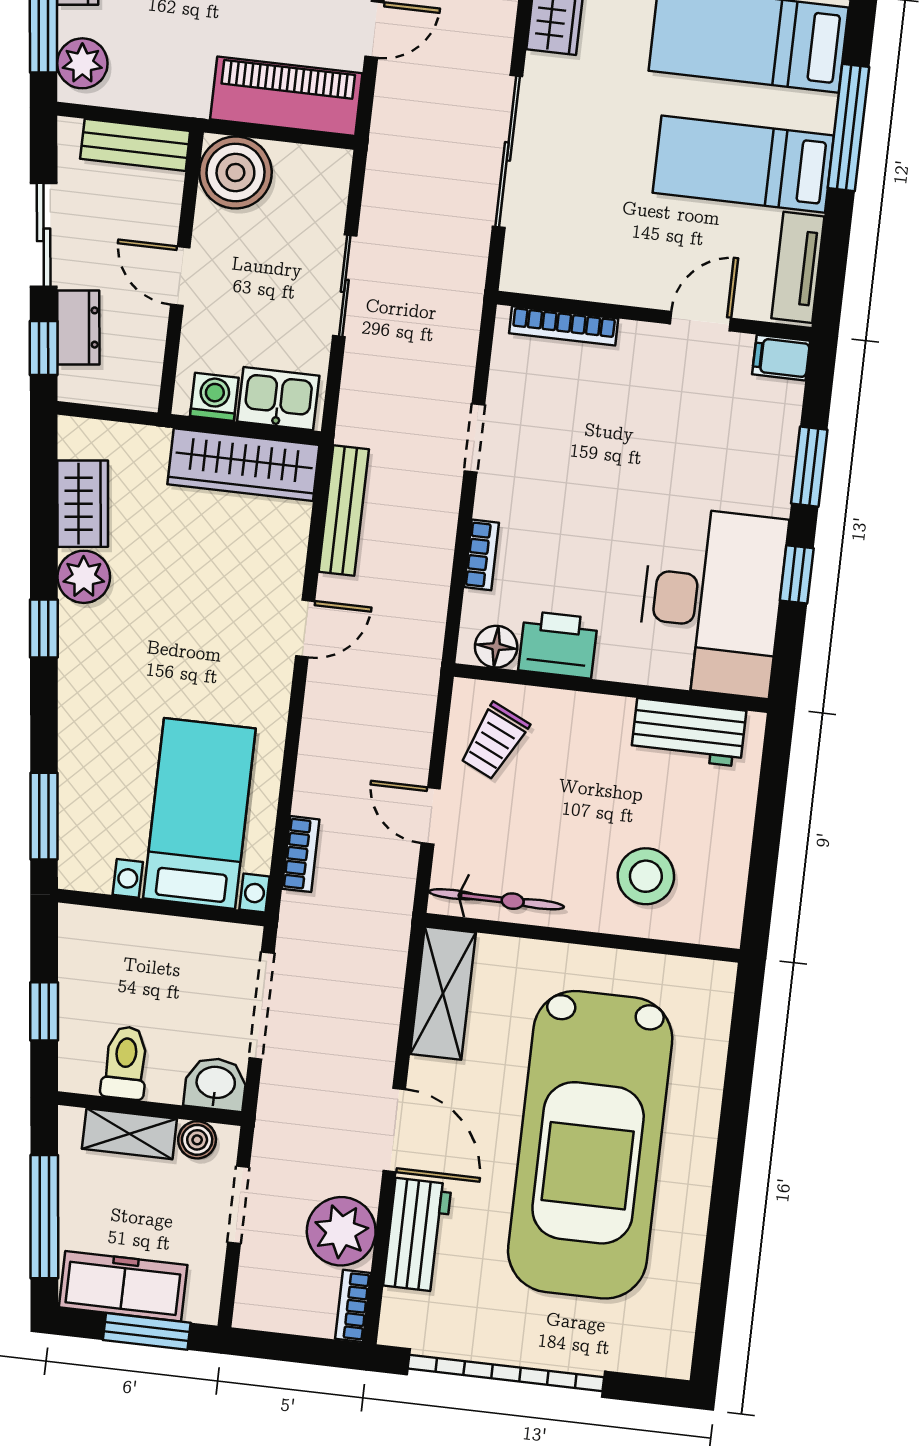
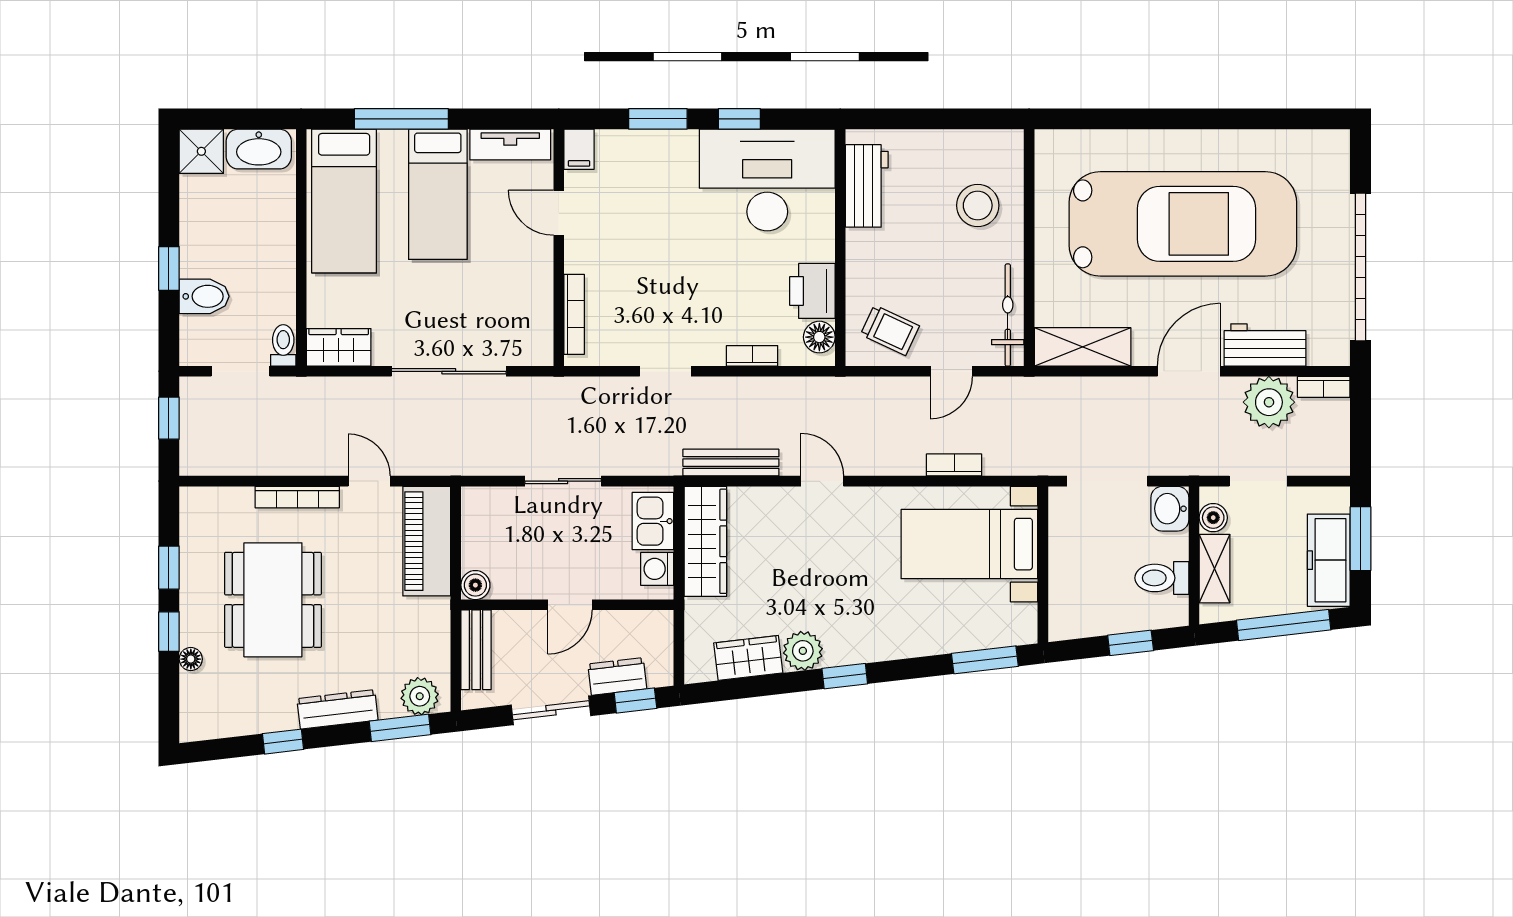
boiler: (235, 173) -> (475, 585), width x0.54, depth x0.54
bookcase: (301, 854) -> (954, 465), moved

